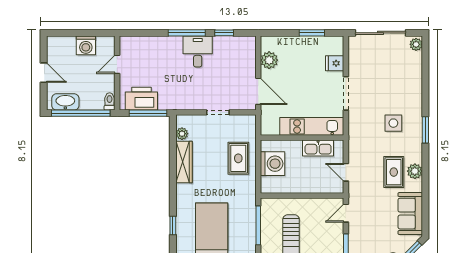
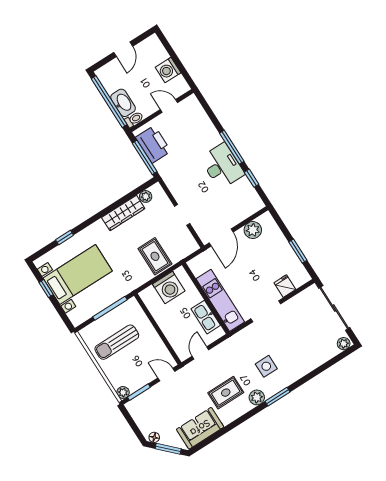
desk: (198, 52) -> (222, 166), width x1.37
washbasin: (65, 102) -> (123, 103), moved
rug: (238, 158) -> (155, 256), turned 90
plant: (415, 171) -> (257, 397), moved

